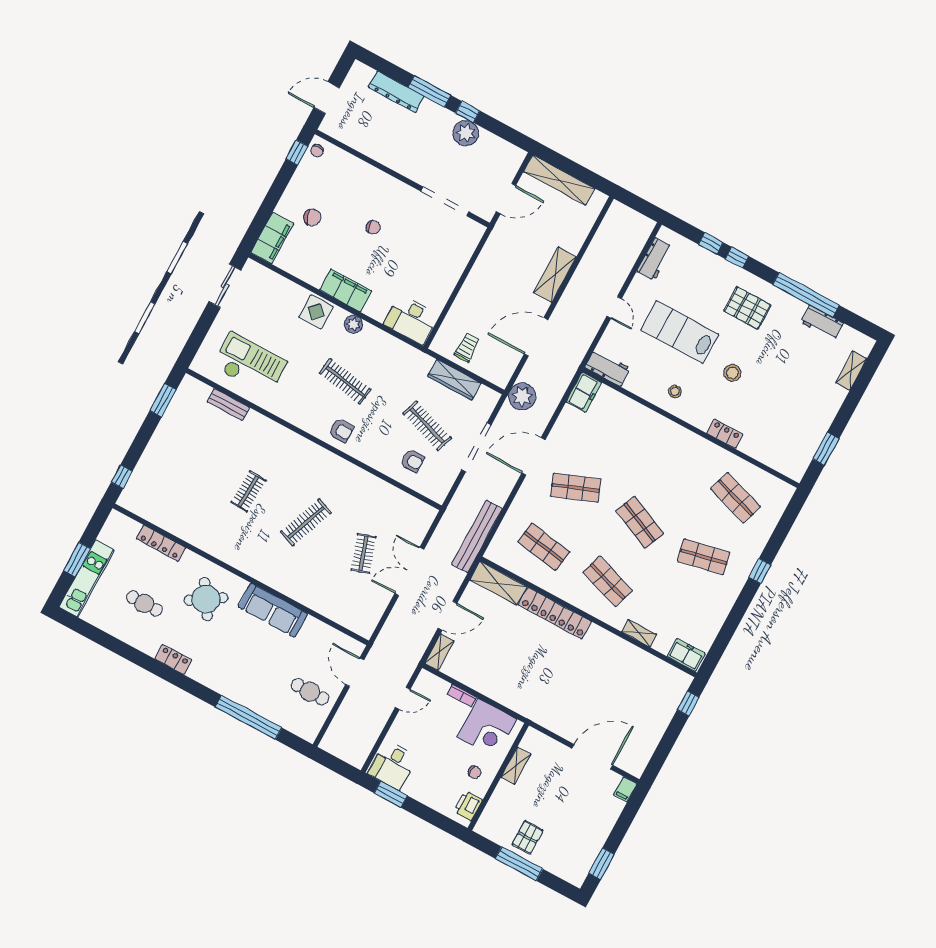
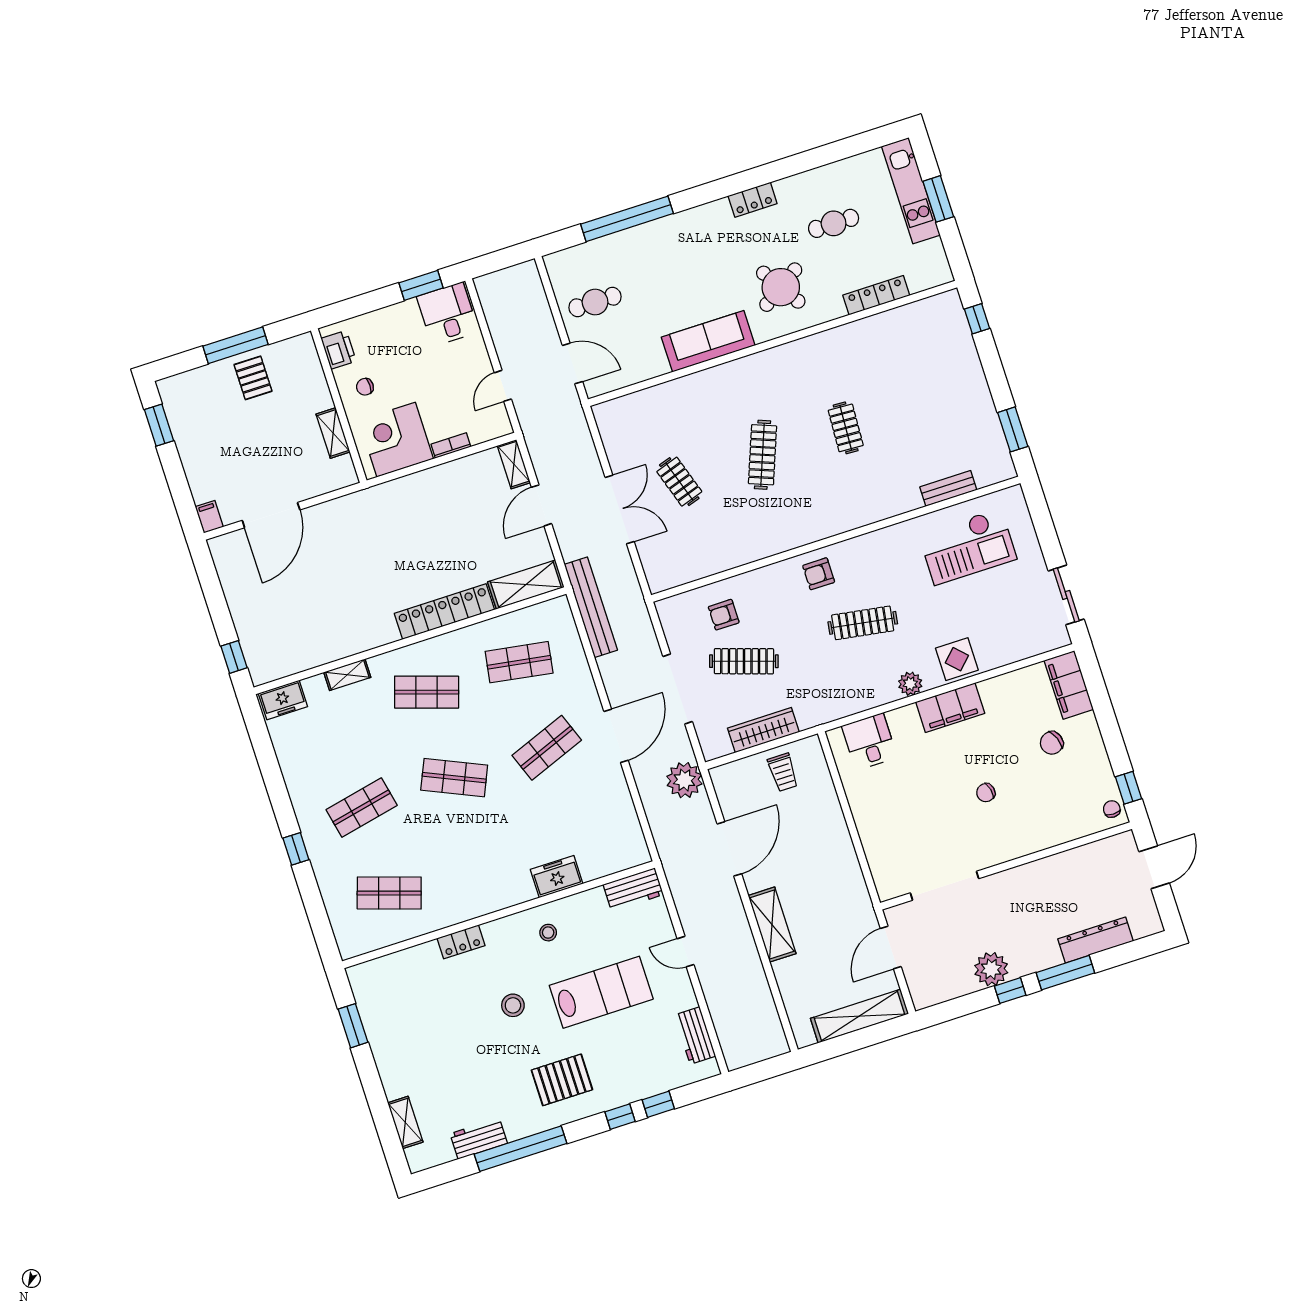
desk: (411, 319) -> (869, 742), width x0.73
freezer: (584, 392) -> (557, 877), moved, turned 90

